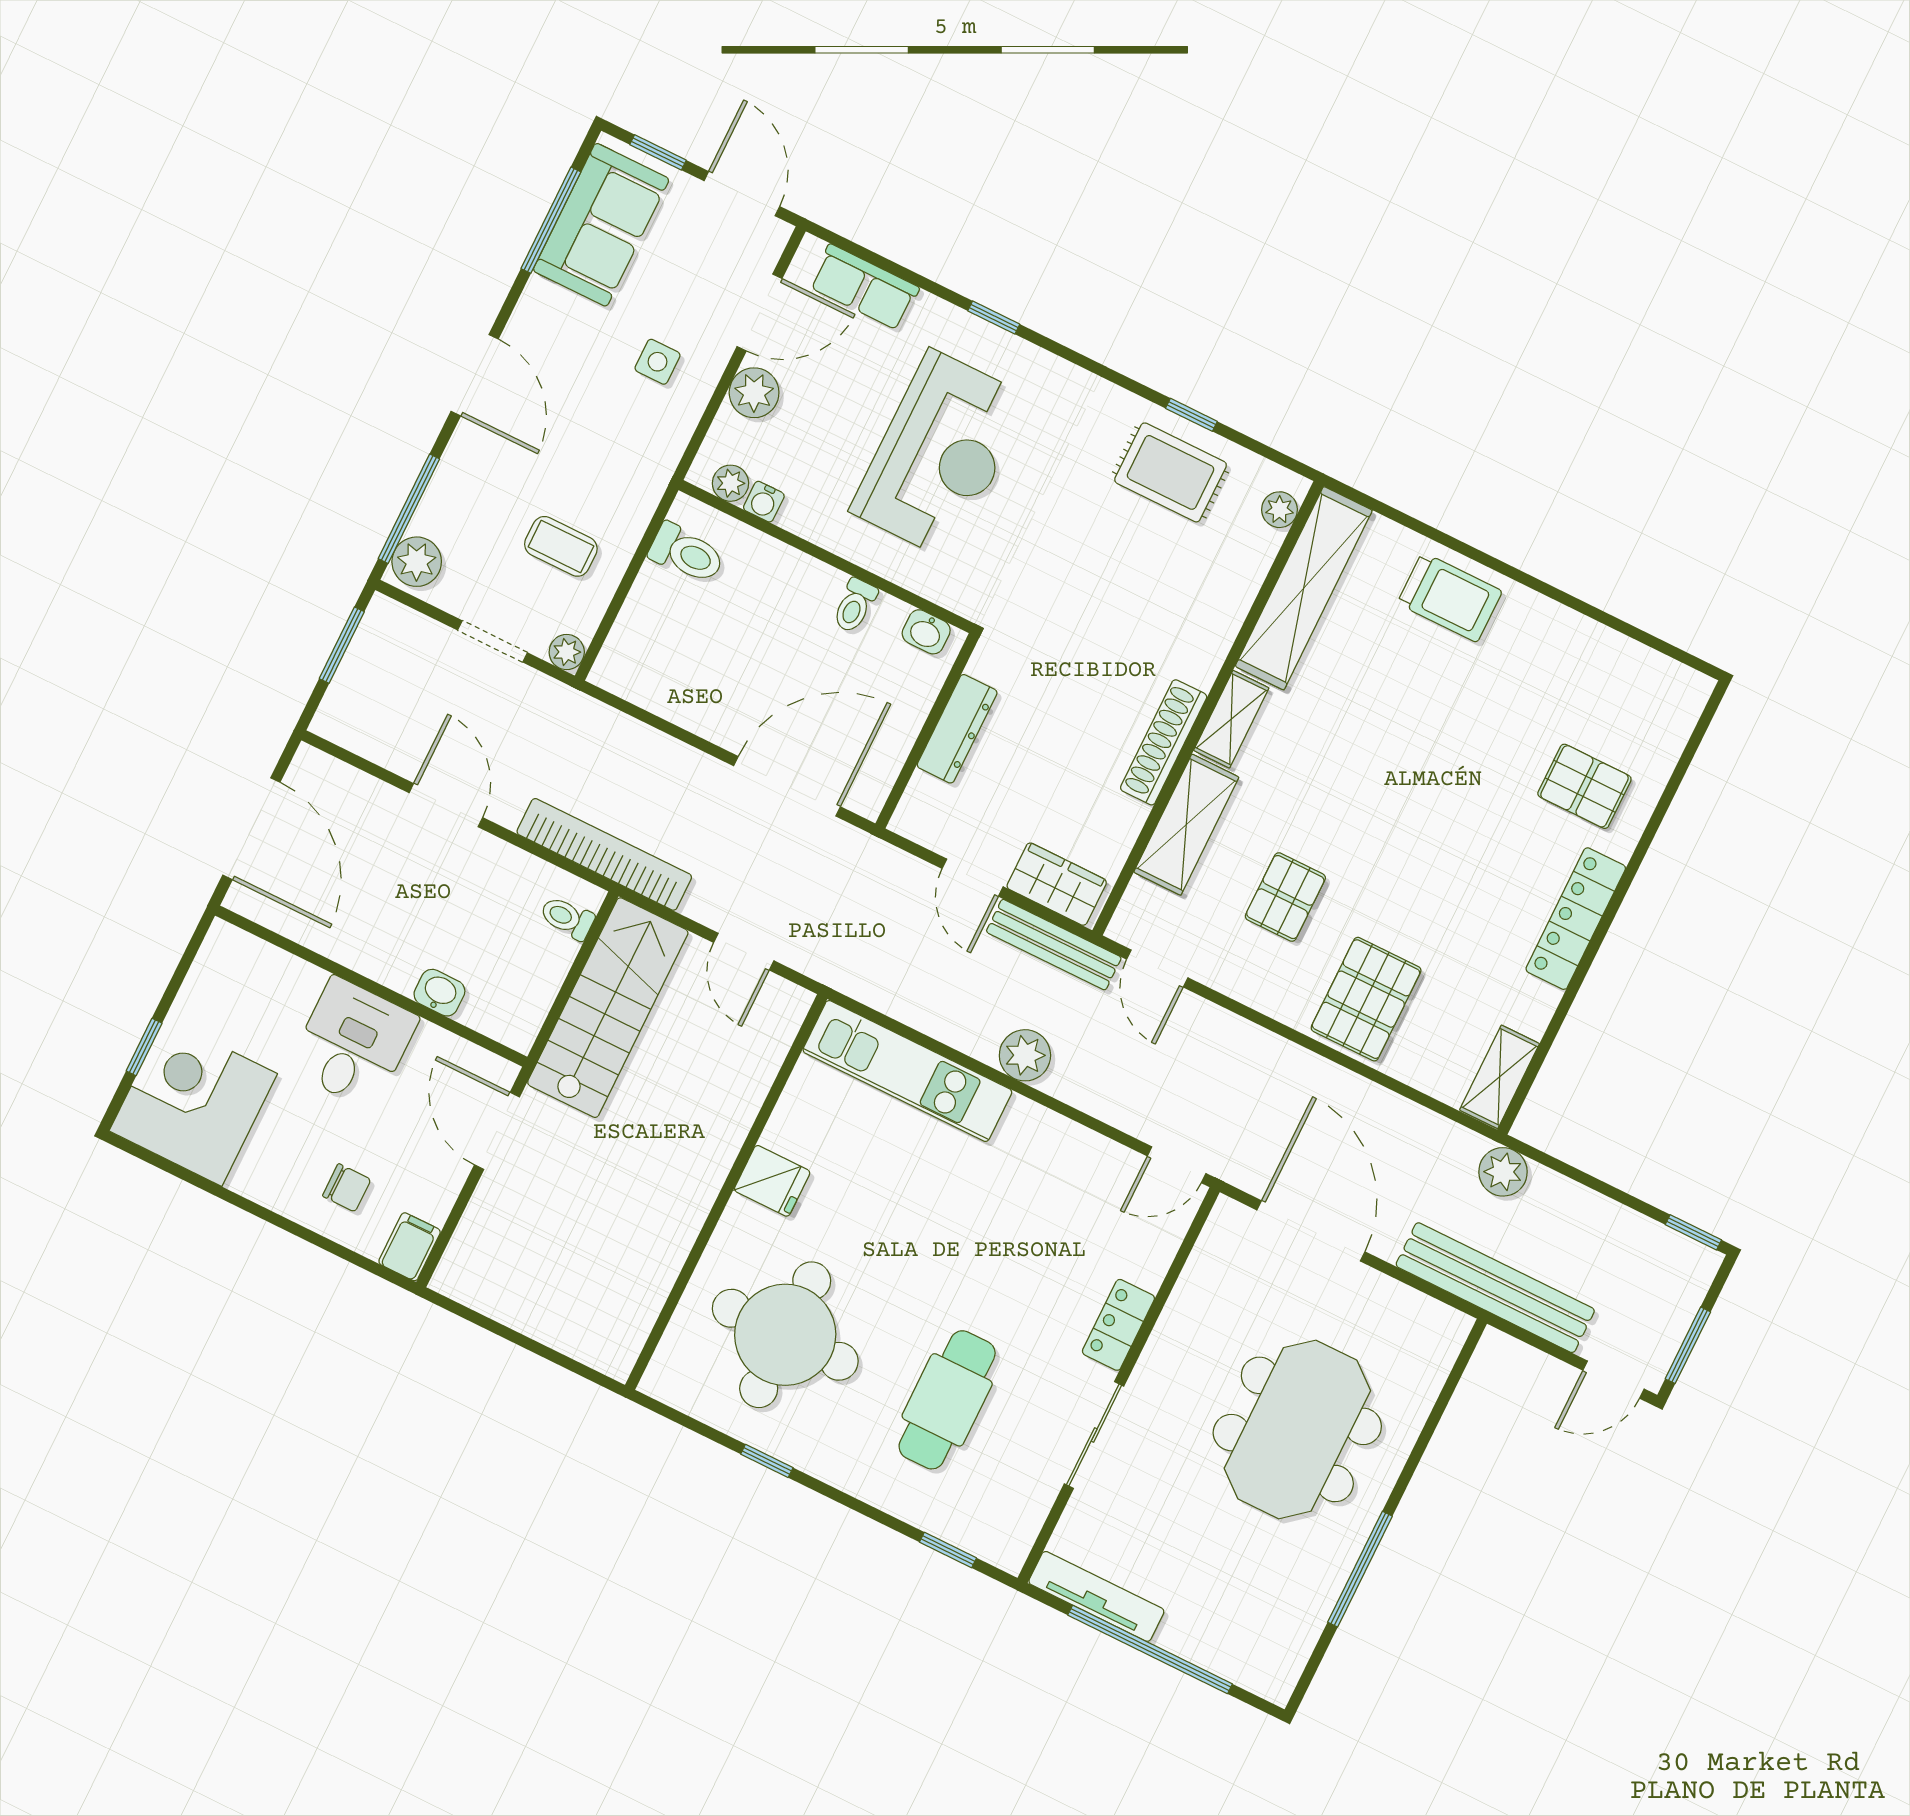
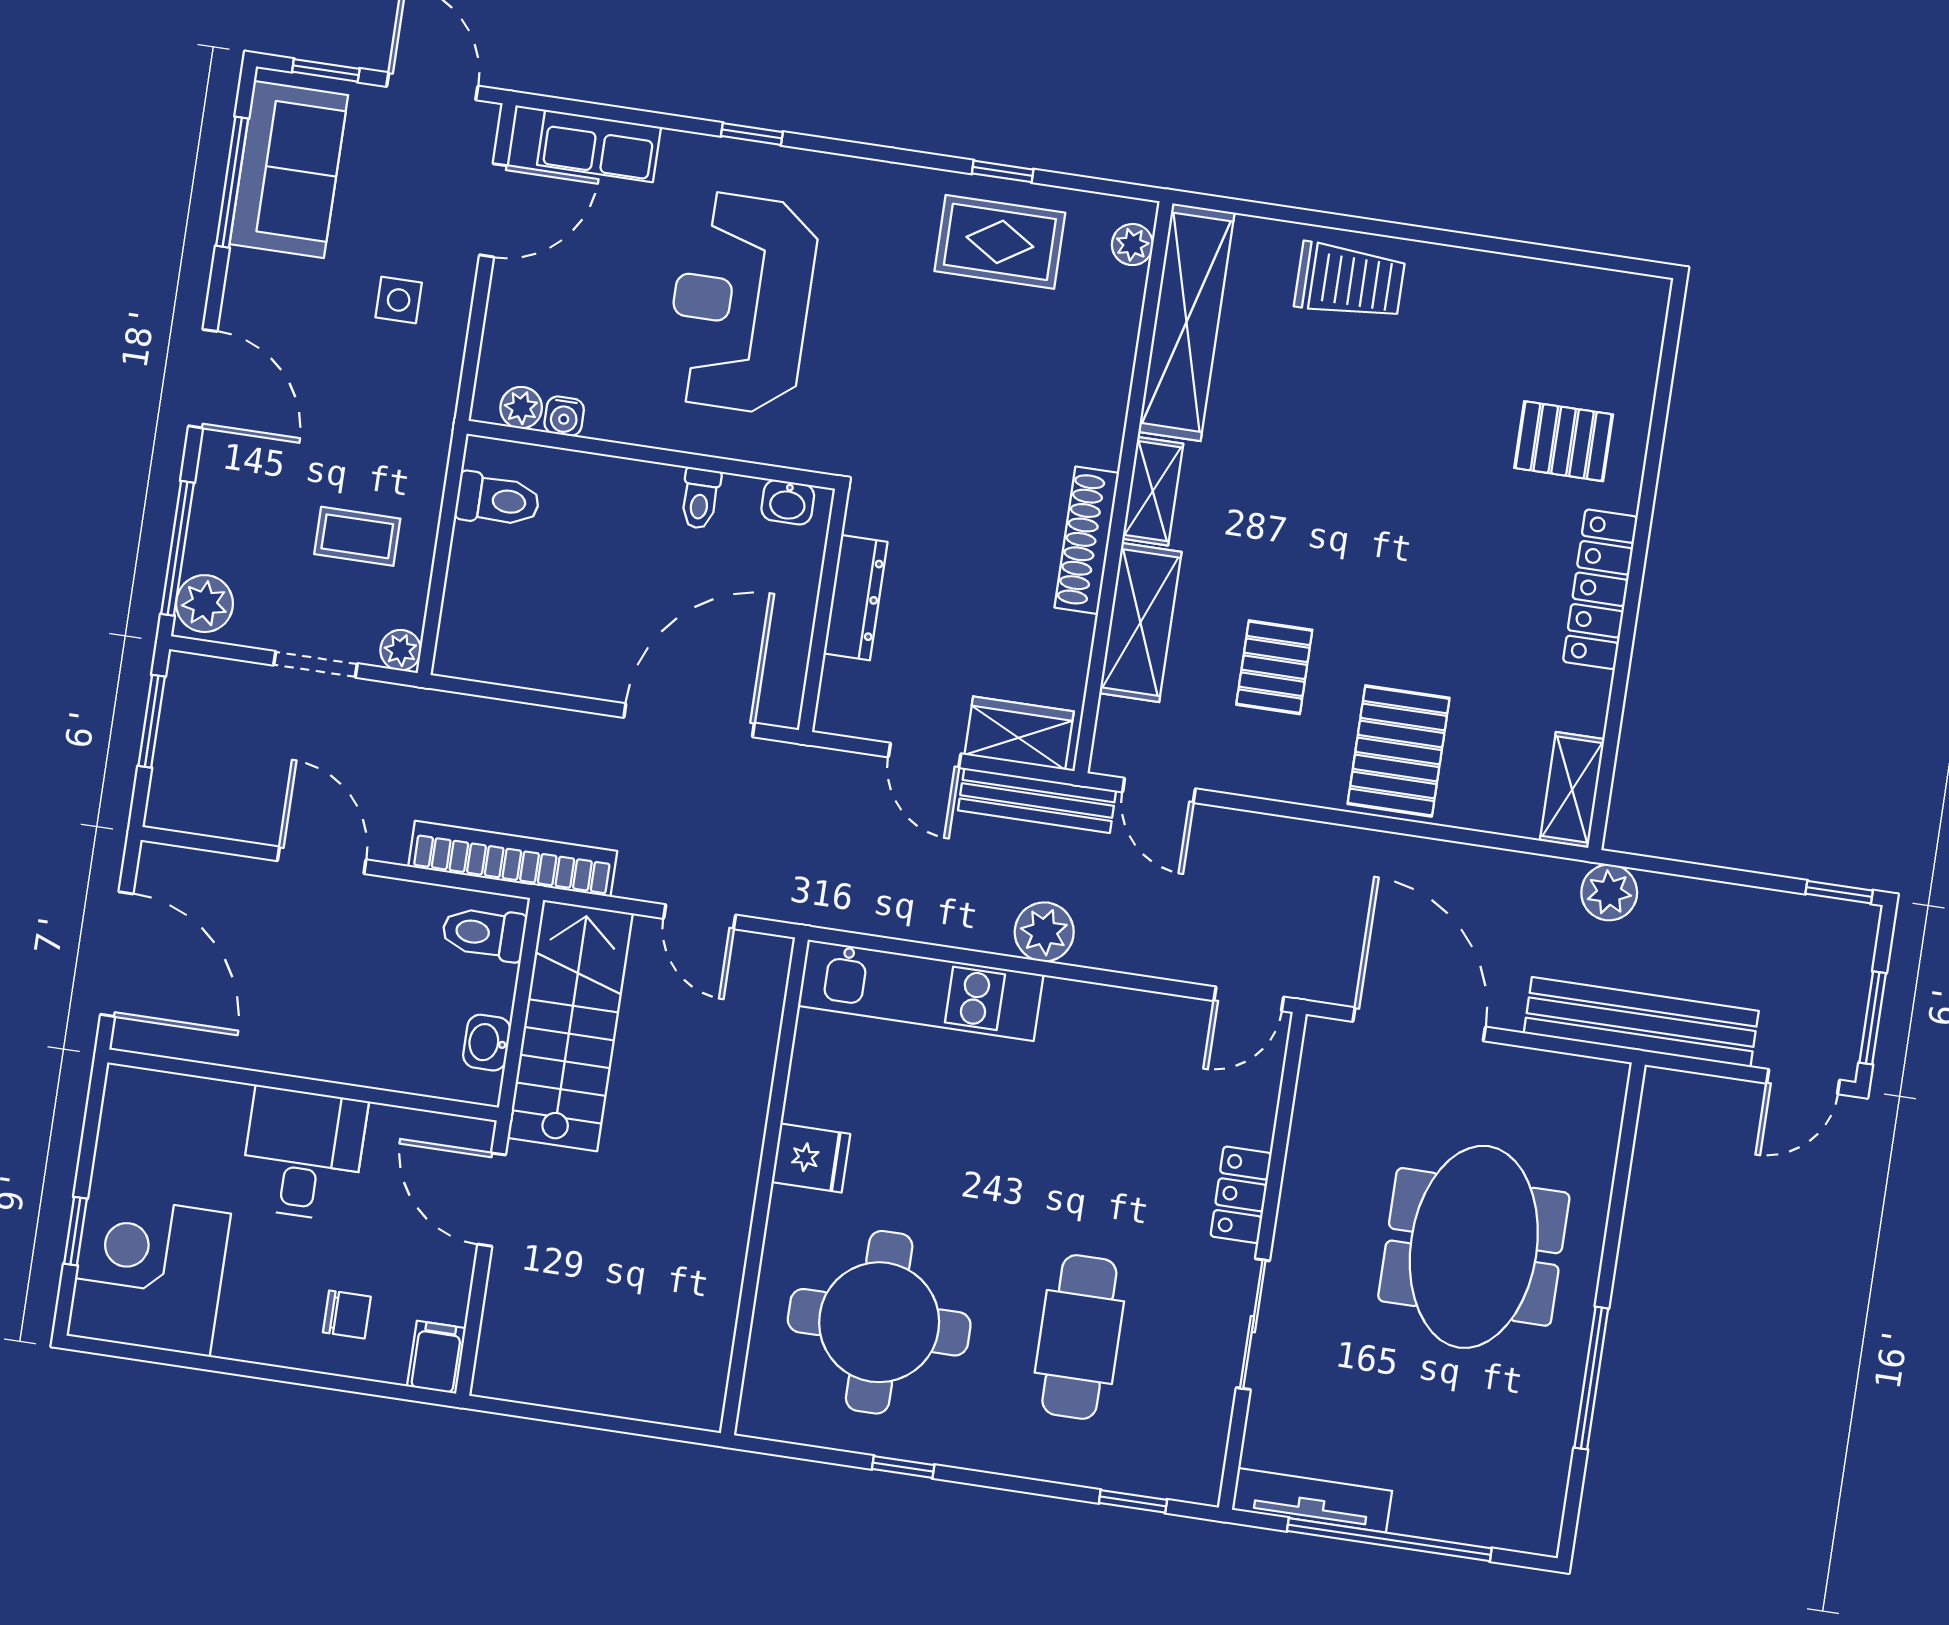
plant: (754, 393) -> (515, 300), removed
reception desk: (940, 454) -> (741, 303), turned 180
toilet: (567, 918) -> (484, 933), width x1.37, depth x1.39
washbasin: (439, 993) -> (487, 1043), moved, turned -90

